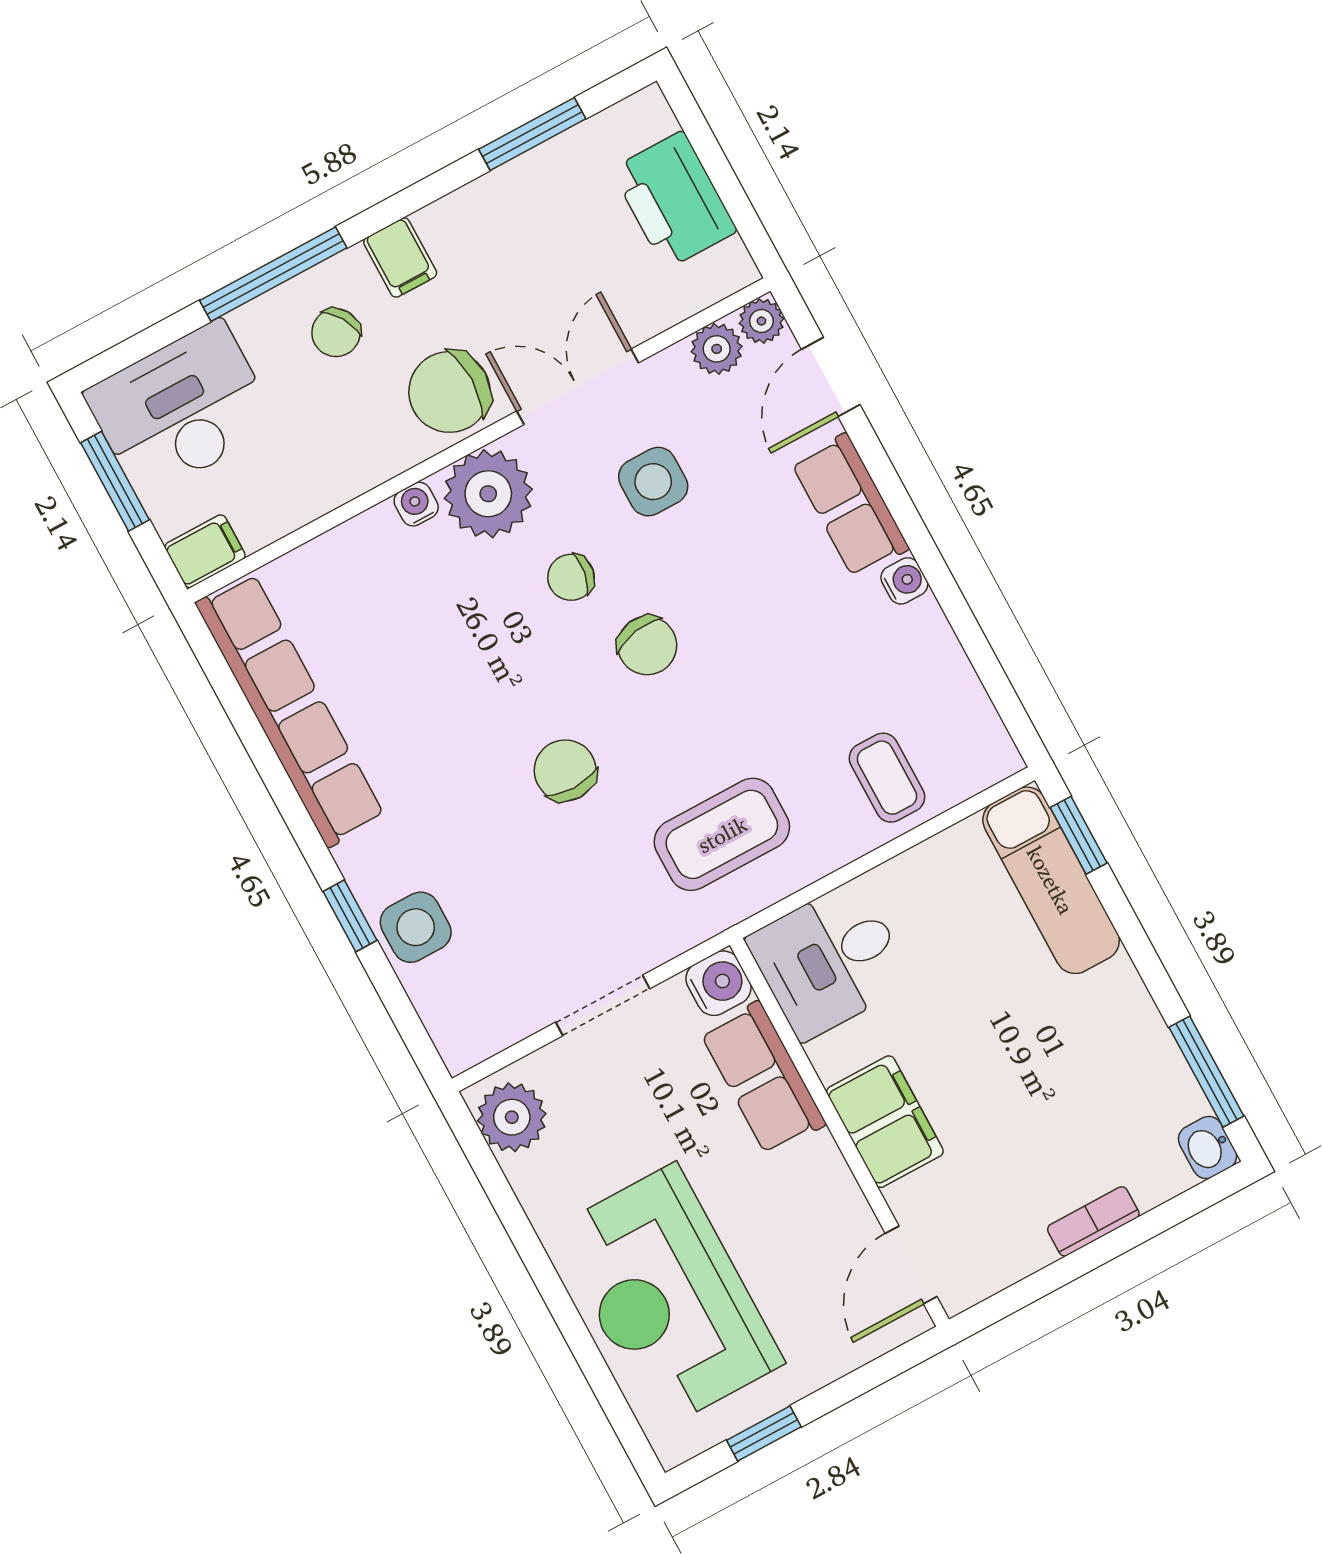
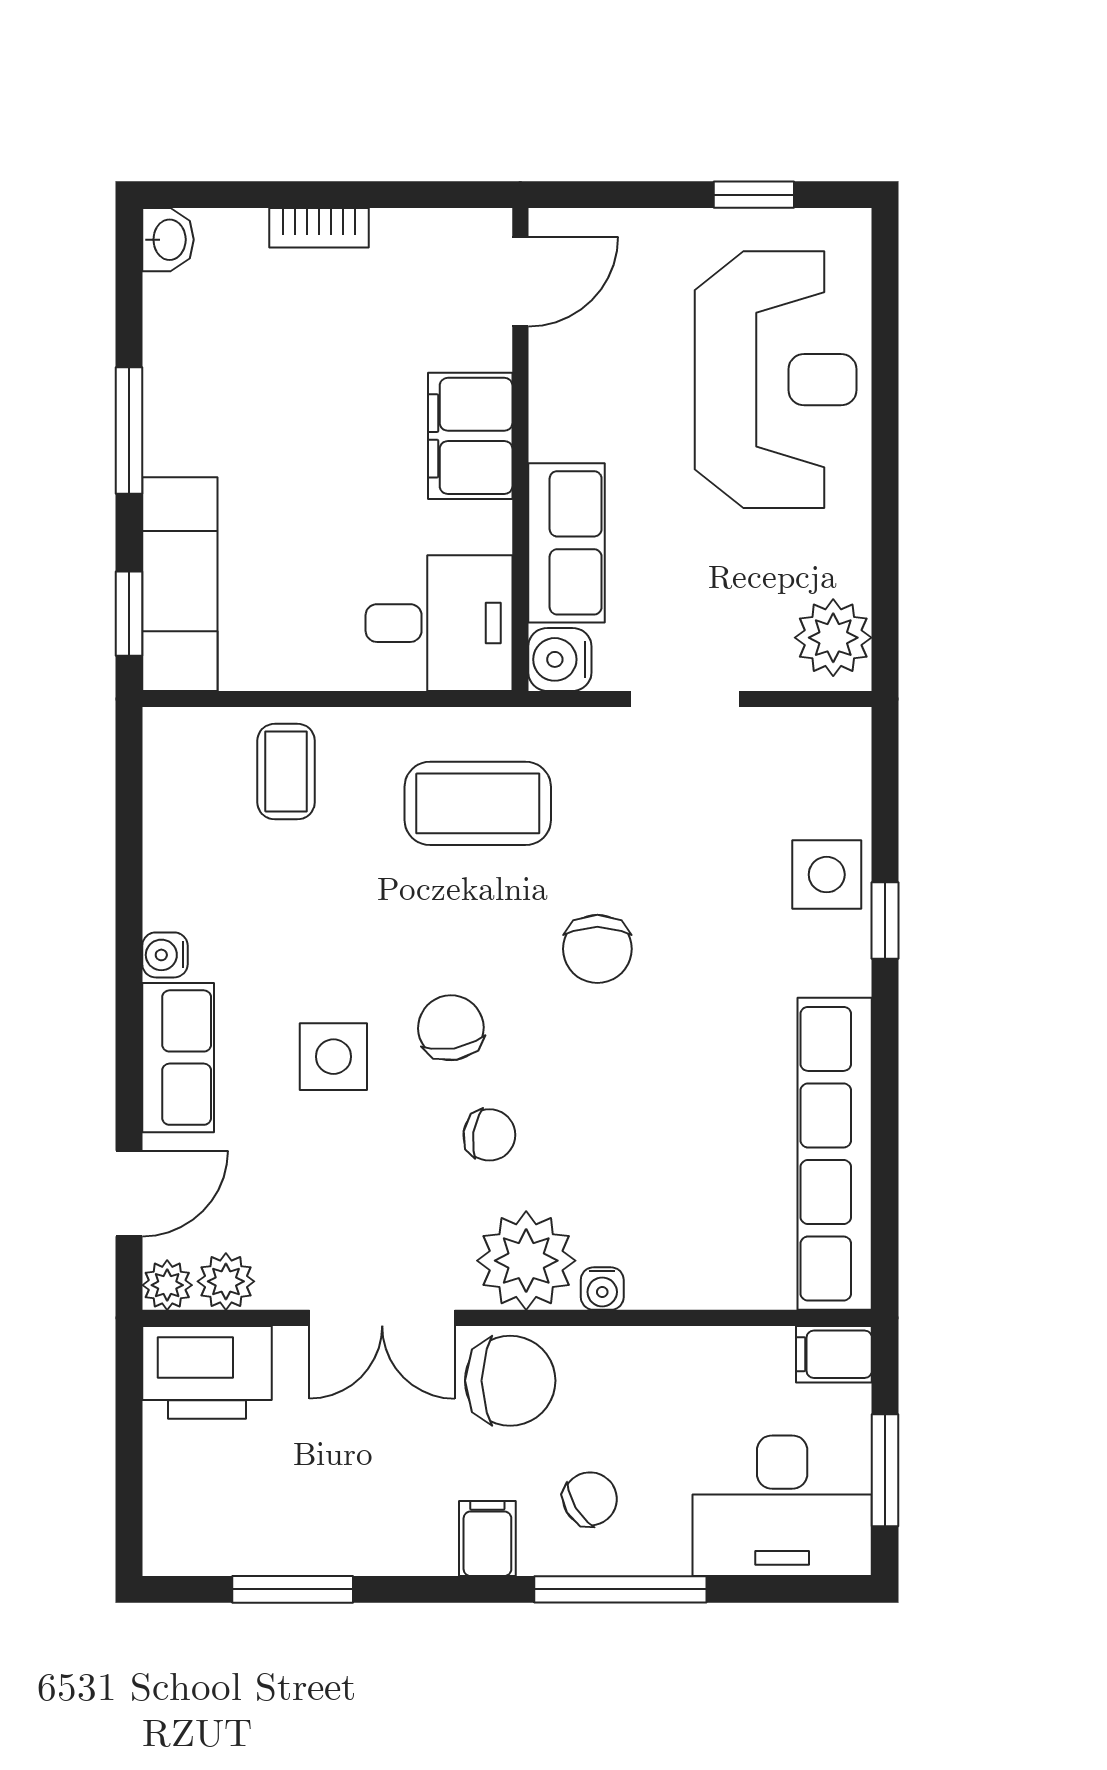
printer: (674, 200) -> (207, 1372), moved, turned 90
side table: (653, 482) -> (333, 1057), moved
window: (1206, 1072) -> (129, 430), moved

